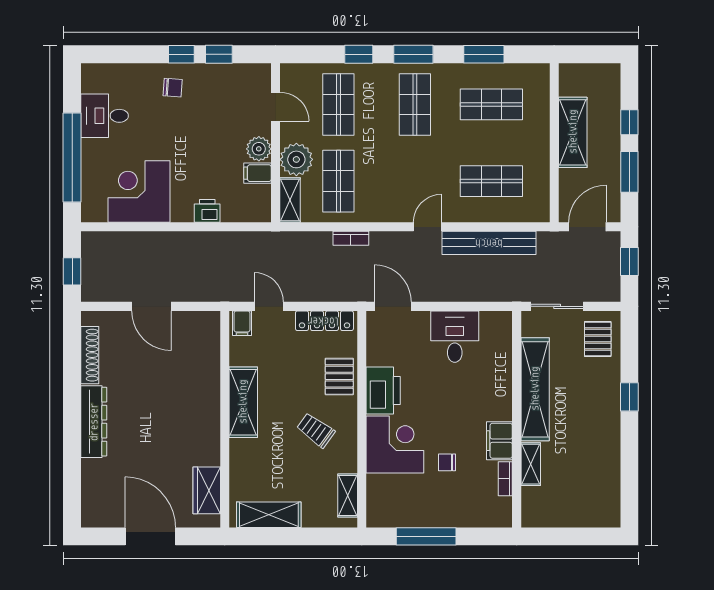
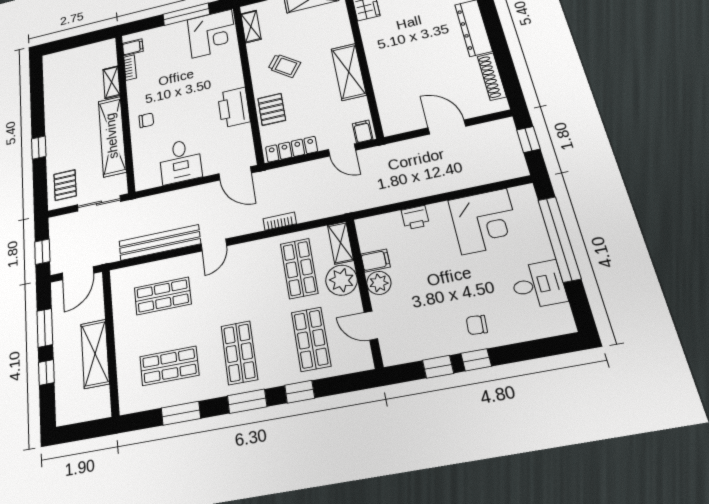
filing cabinet: (499, 441) -> (133, 47), moved, width x0.50
corner desk: (395, 445) -> (212, 34), moved, turned -90
chair: (447, 462) -> (146, 120), moved

